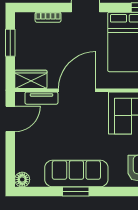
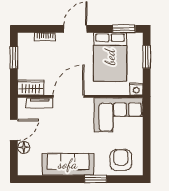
door: (10, 119) -> (14, 130), moved
floor lamp: (22, 180) -> (24, 147), moved
window: (76, 192) -> (96, 179), moved

